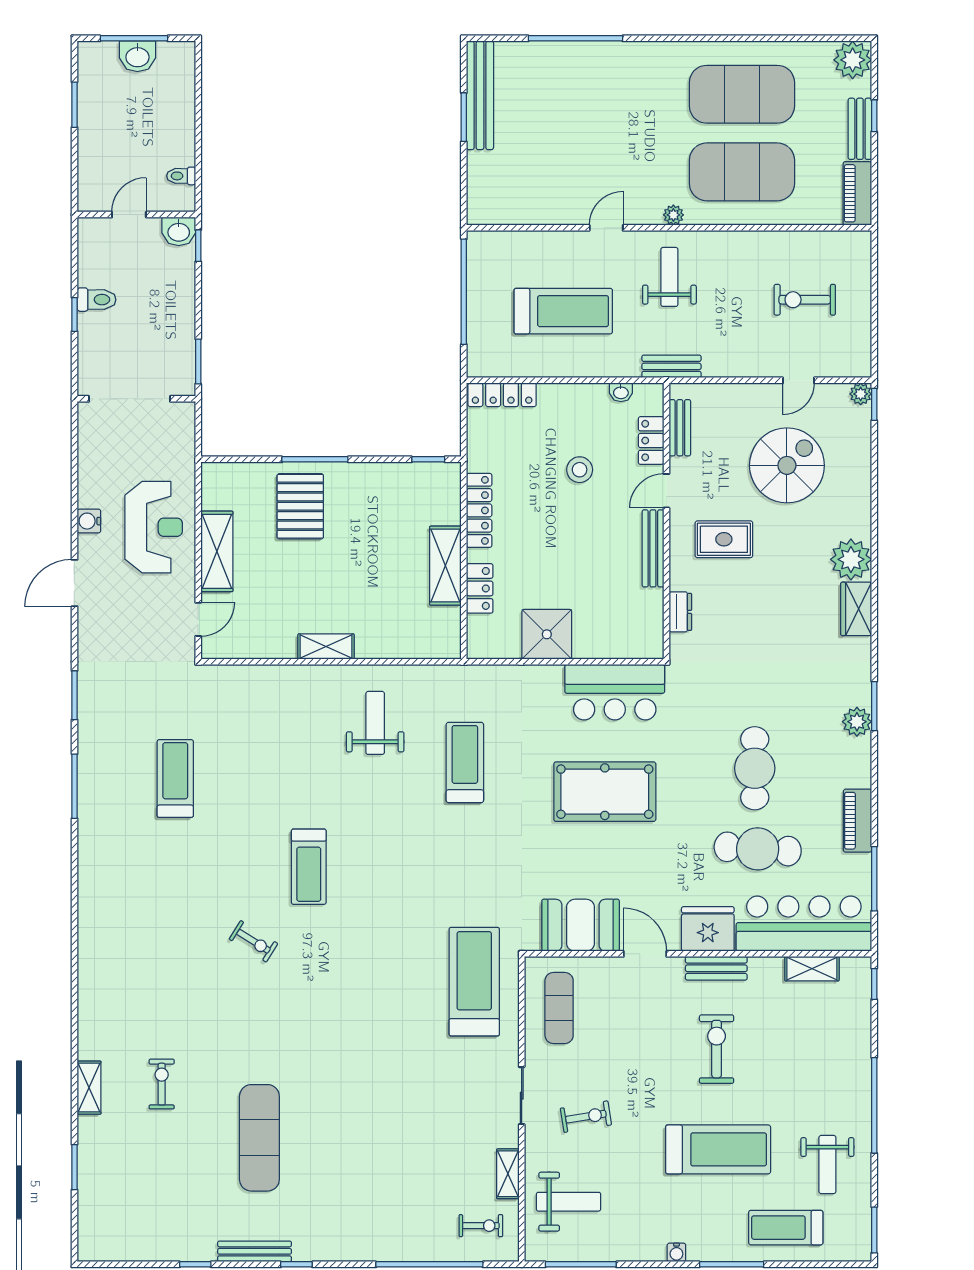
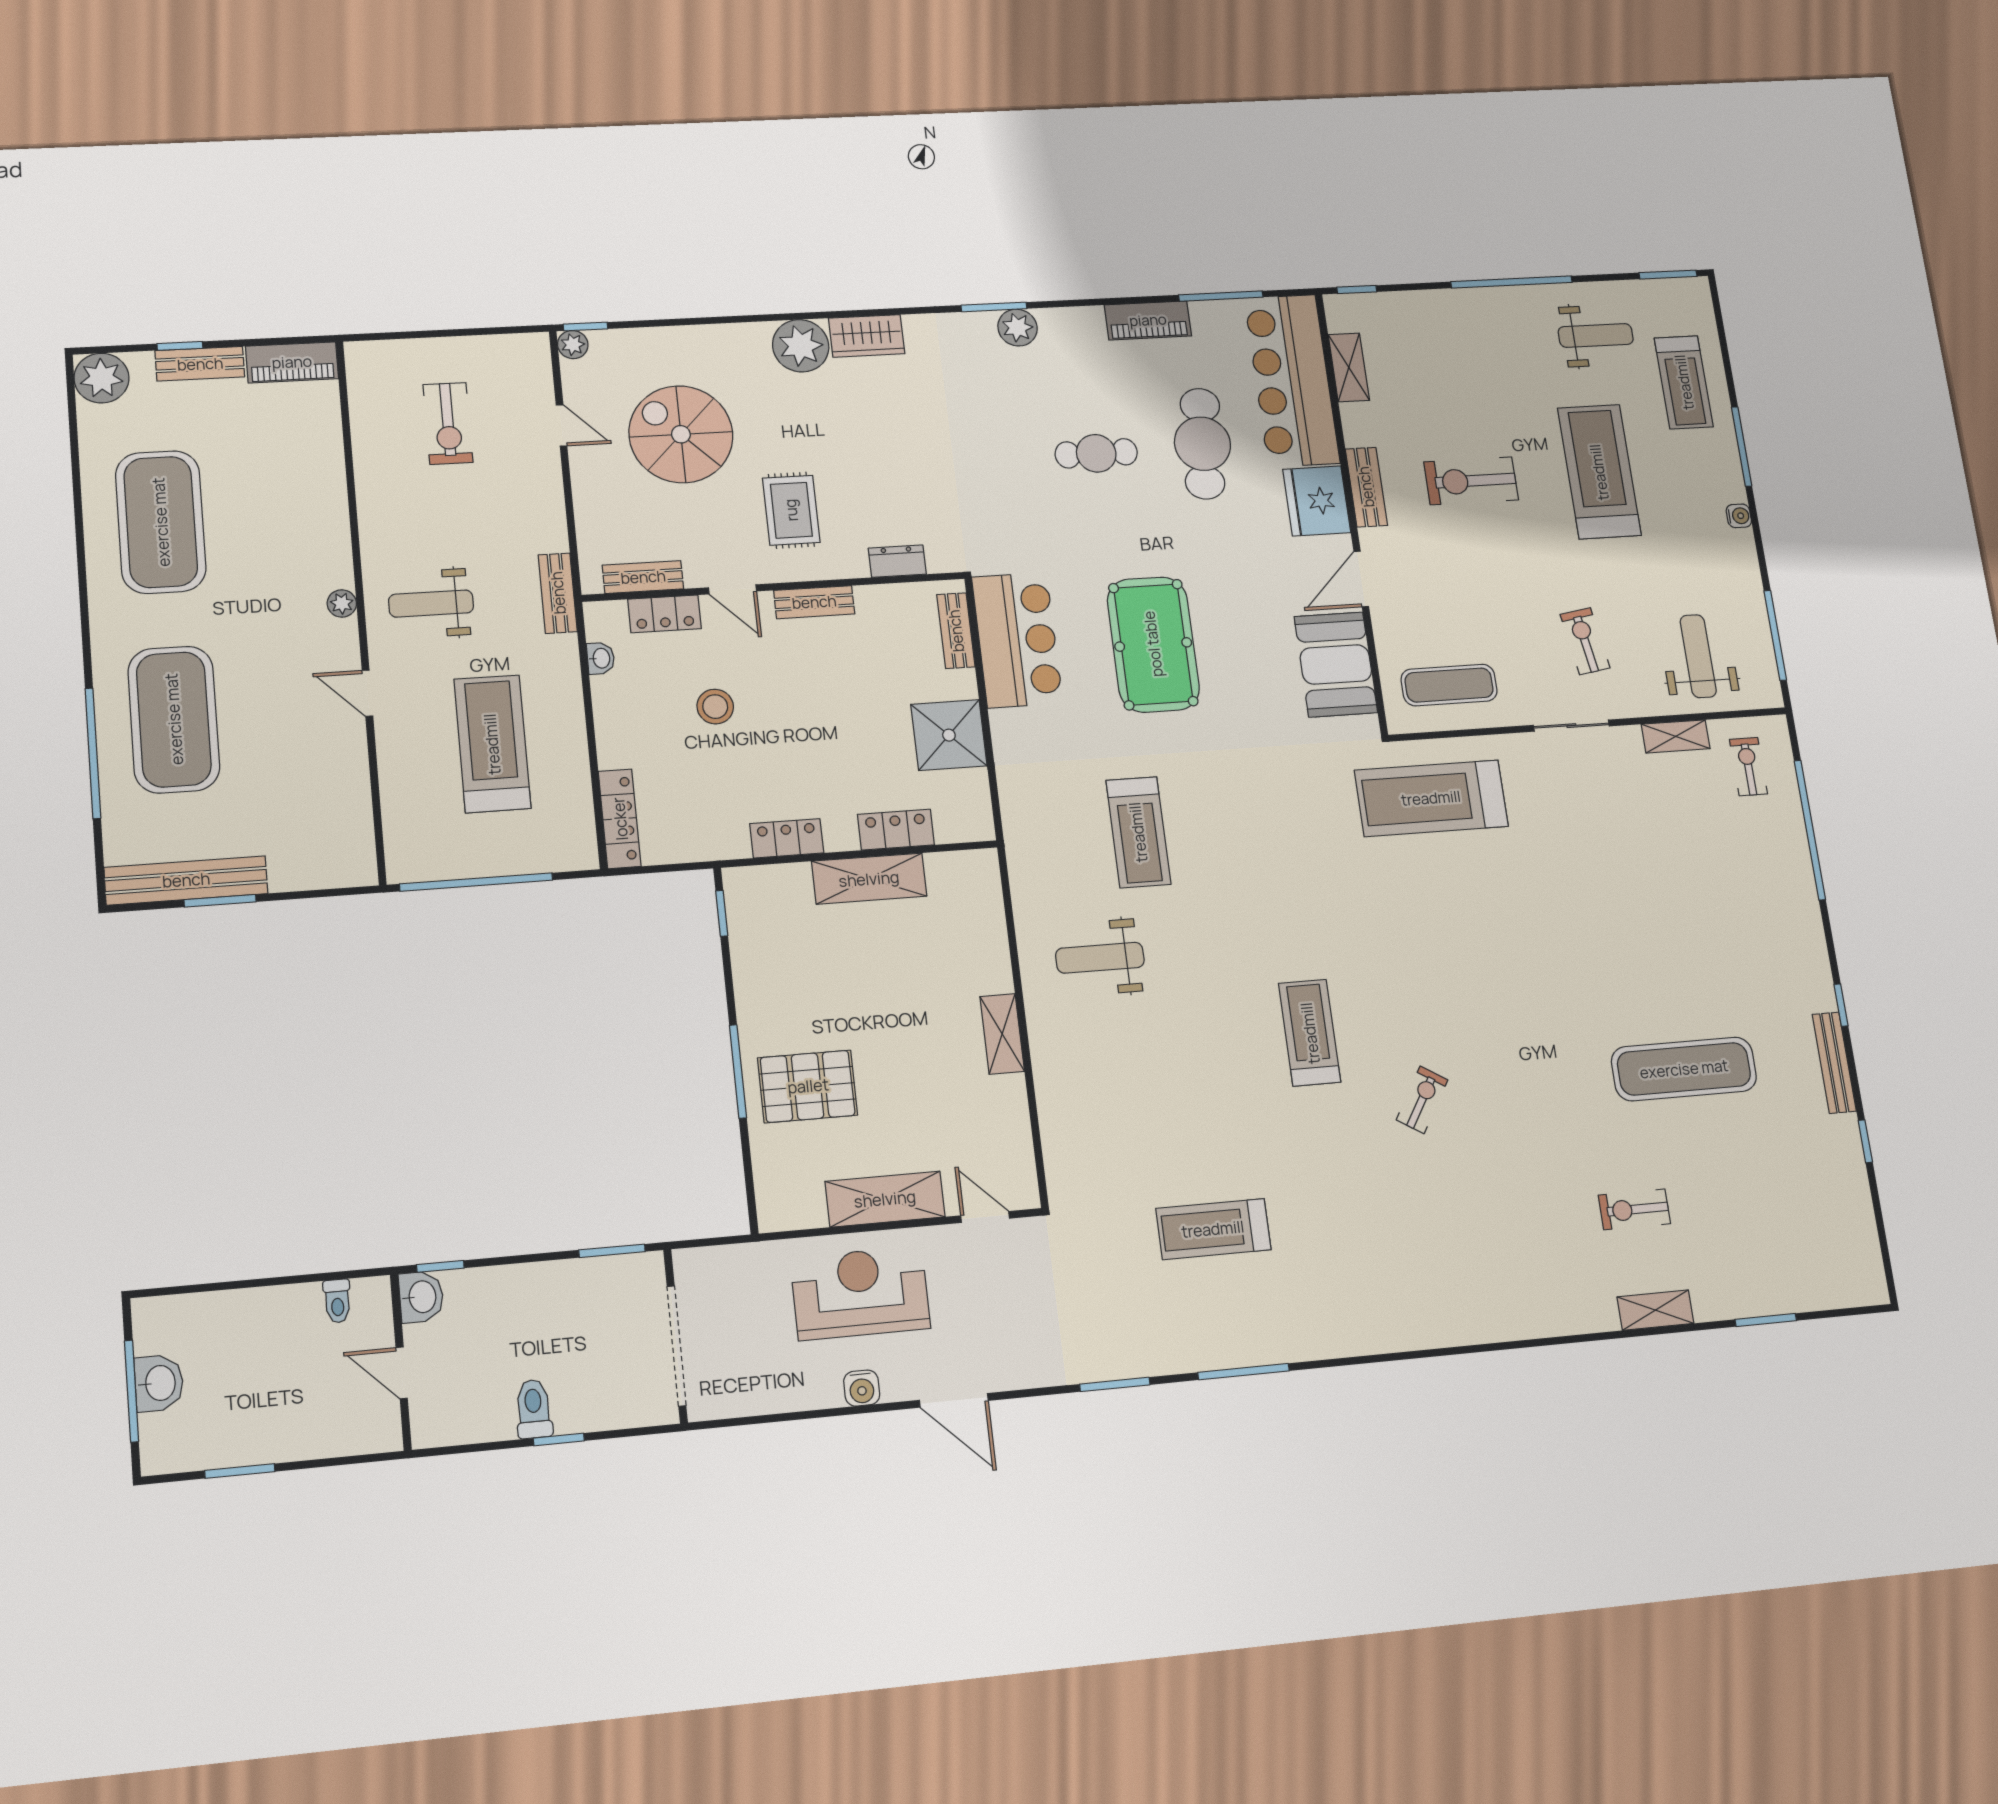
exercise mat: (742, 172) -> (174, 719), moved
locker: (479, 510) -> (787, 838), width x0.66
bench: (653, 548) -> (814, 602), width x0.73
bench: (625, 648) -> (956, 631), added
treadmill: (465, 762) -> (1138, 832), turned -90
cafe table: (755, 768) -> (1096, 453), width x0.73, depth x0.74
treadmill: (309, 867) -> (1310, 1033), turned -90

